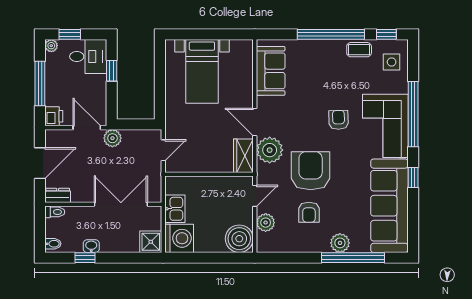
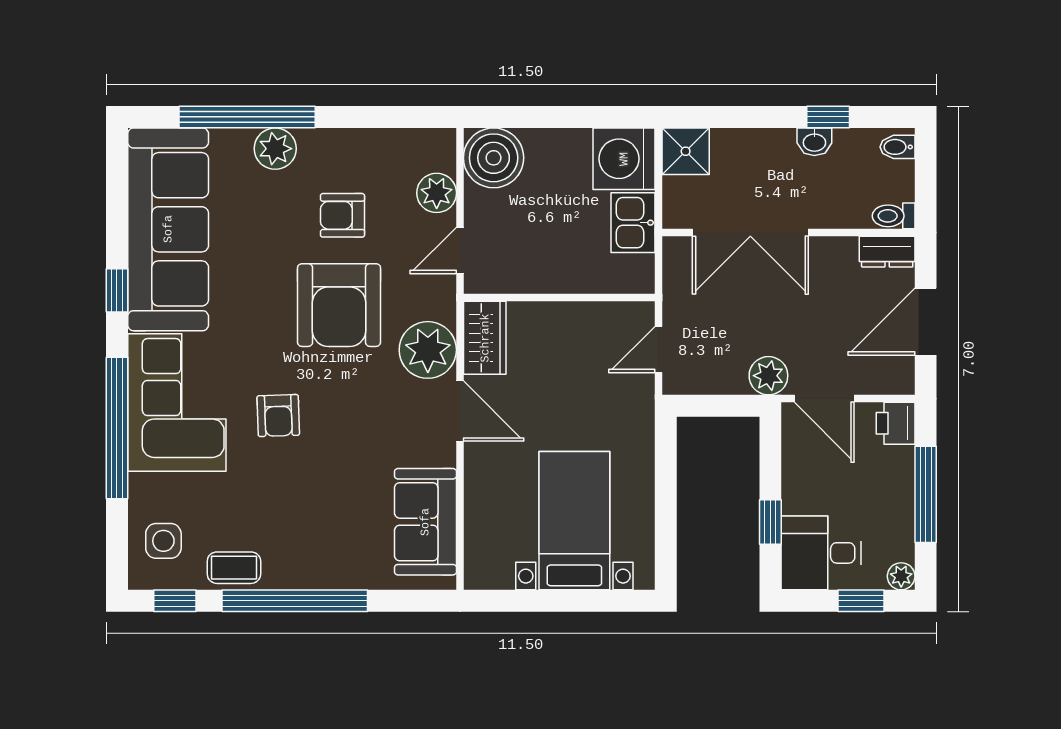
armchair: (309, 212) -> (342, 215), turned -90

